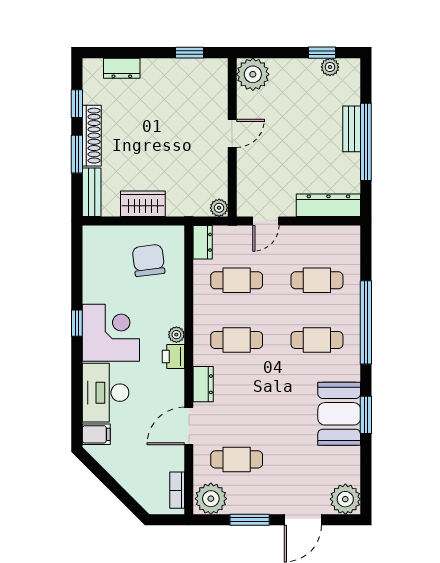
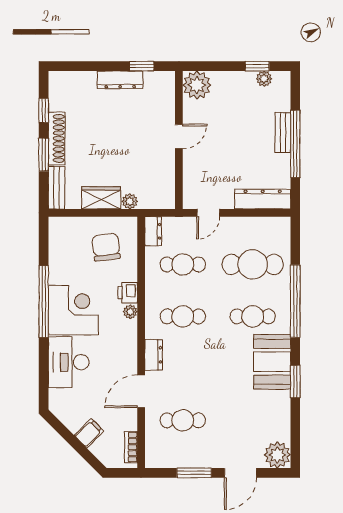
dresser: (122, 68) -> (120, 80), moved, width x1.44
plant: (219, 208) -> (130, 201), moved
cafe table: (317, 280) -> (253, 264), width x1.37, depth x1.35
window: (77, 323) -> (44, 302), width x3.17
printer: (173, 357) -> (128, 293), moved
booth: (339, 414) -> (272, 362), moved
filing cabinet: (96, 434) -> (89, 433), moved, turned -45
plant: (211, 499) -> (160, 455), removed

